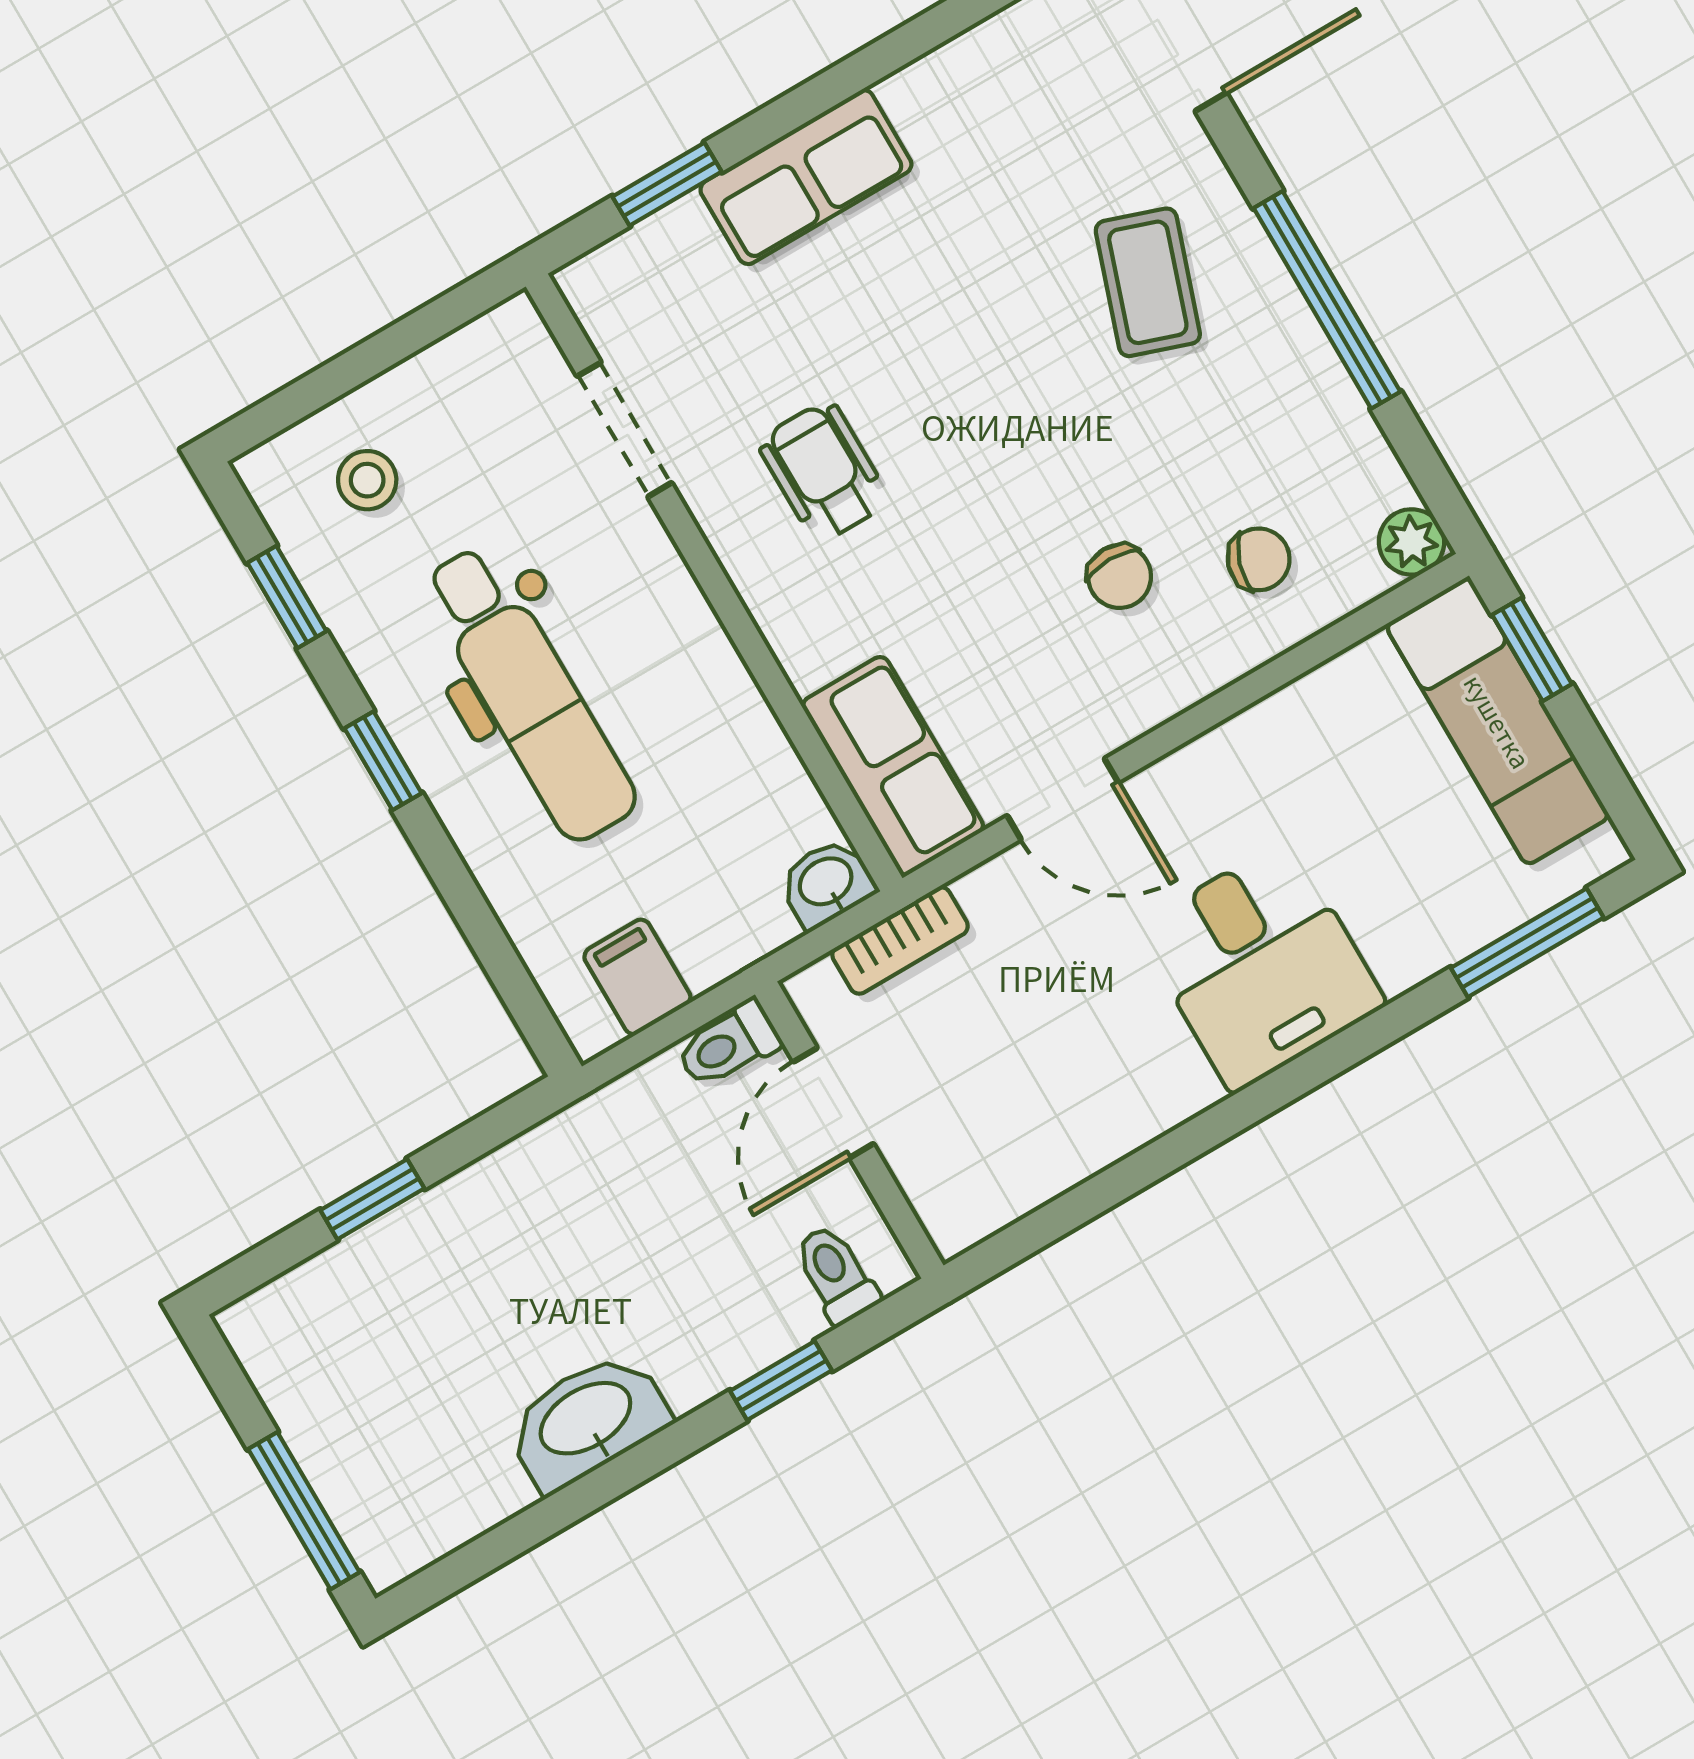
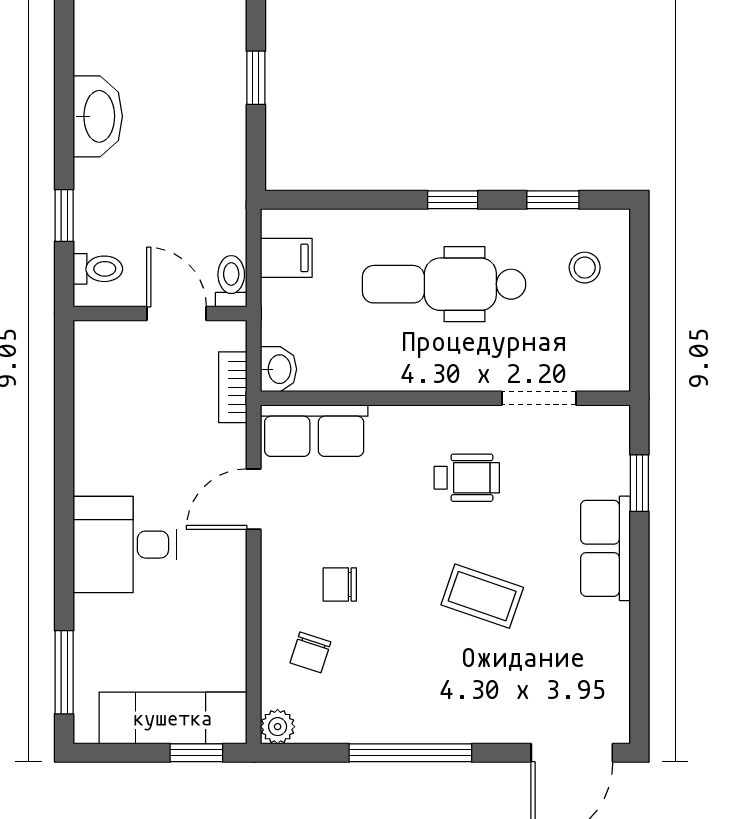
coffee table: (1148, 282) -> (482, 596), moved

